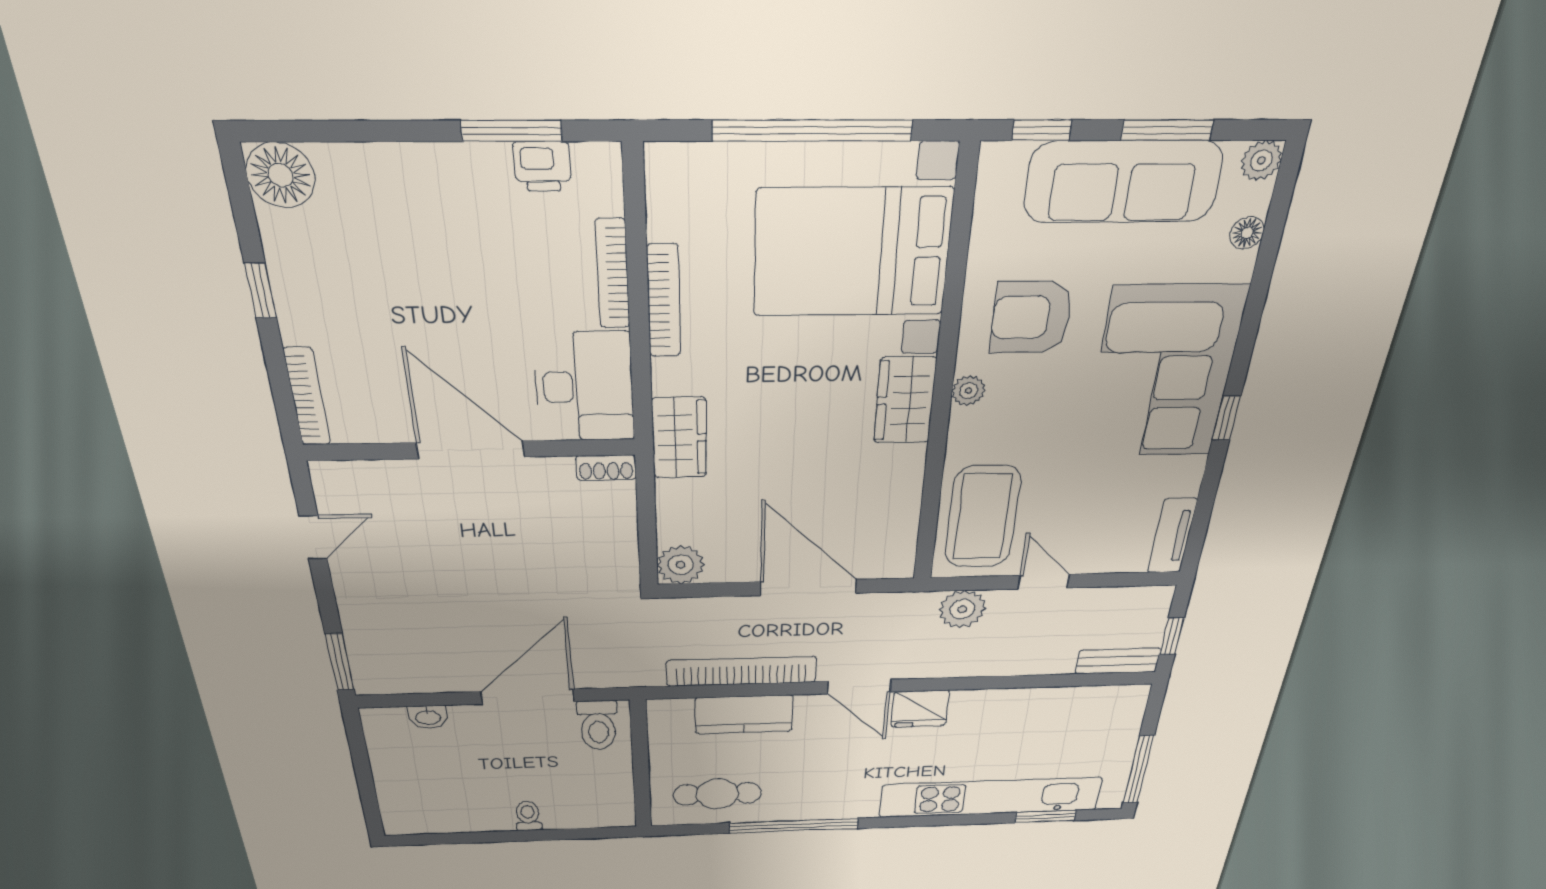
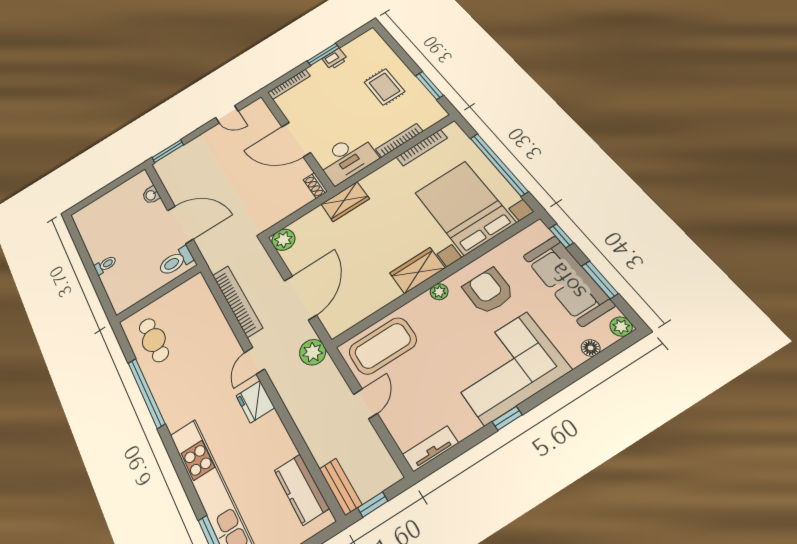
printer: (542, 166) -> (335, 59), moved, turned -90
floor lamp: (281, 175) -> (369, 40), removed
rug: (449, 222) -> (384, 87), added
window: (260, 291) -> (323, 54), width x1.50
bookcase: (664, 301) -> (422, 148), moved
door: (470, 450) -> (296, 140), swing flipped
plant: (962, 609) -> (313, 352), moved
door: (859, 687) -> (255, 361), width x0.73
kitchen counter: (744, 715) -> (302, 489), moved

